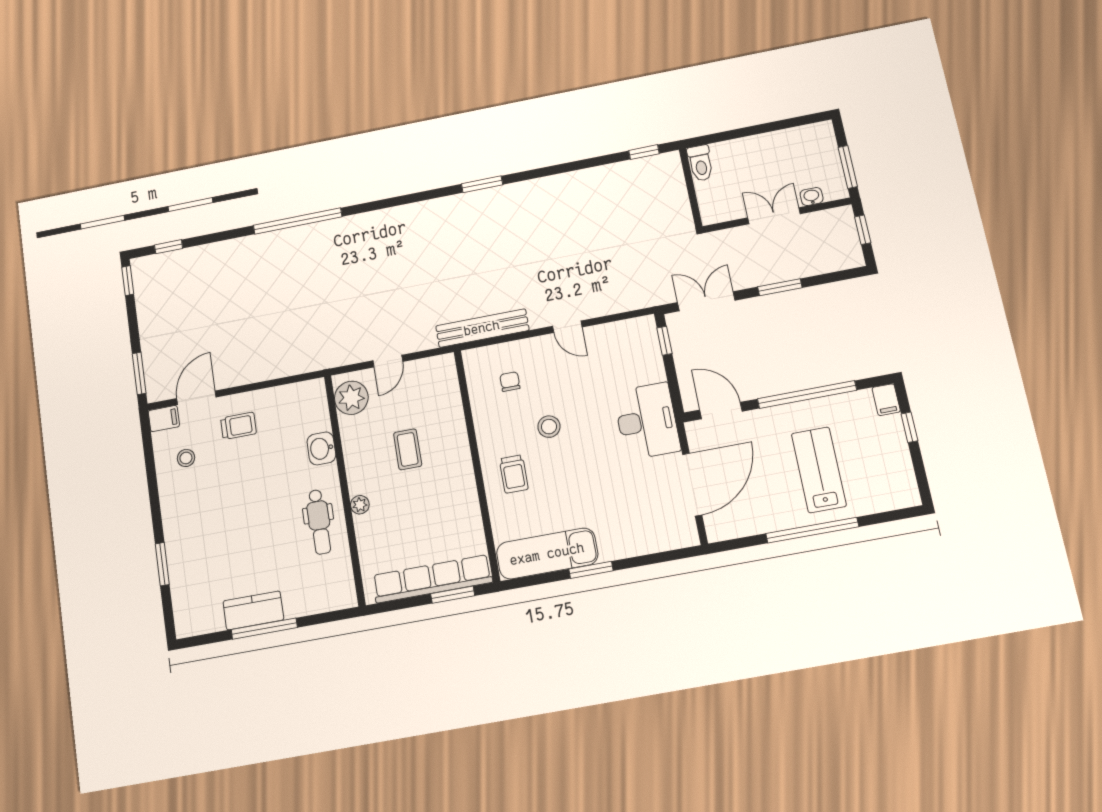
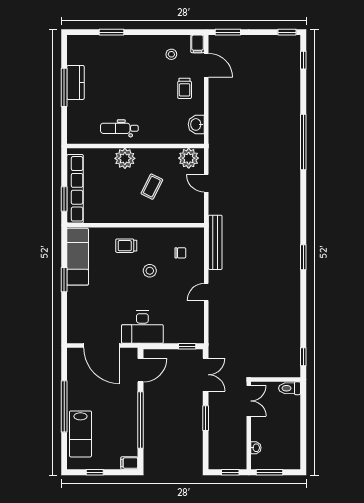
double door: (774, 216) -> (249, 401), moved
window: (909, 427) -> (95, 472), moved
washbasin: (321, 448) -> (196, 124), moved, turned -90
coffee table: (408, 449) -> (152, 187), turned -63
lab bench: (819, 470) -> (80, 434), moved, turned 90
plant: (360, 505) -> (125, 158), width x1.88, depth x1.88

